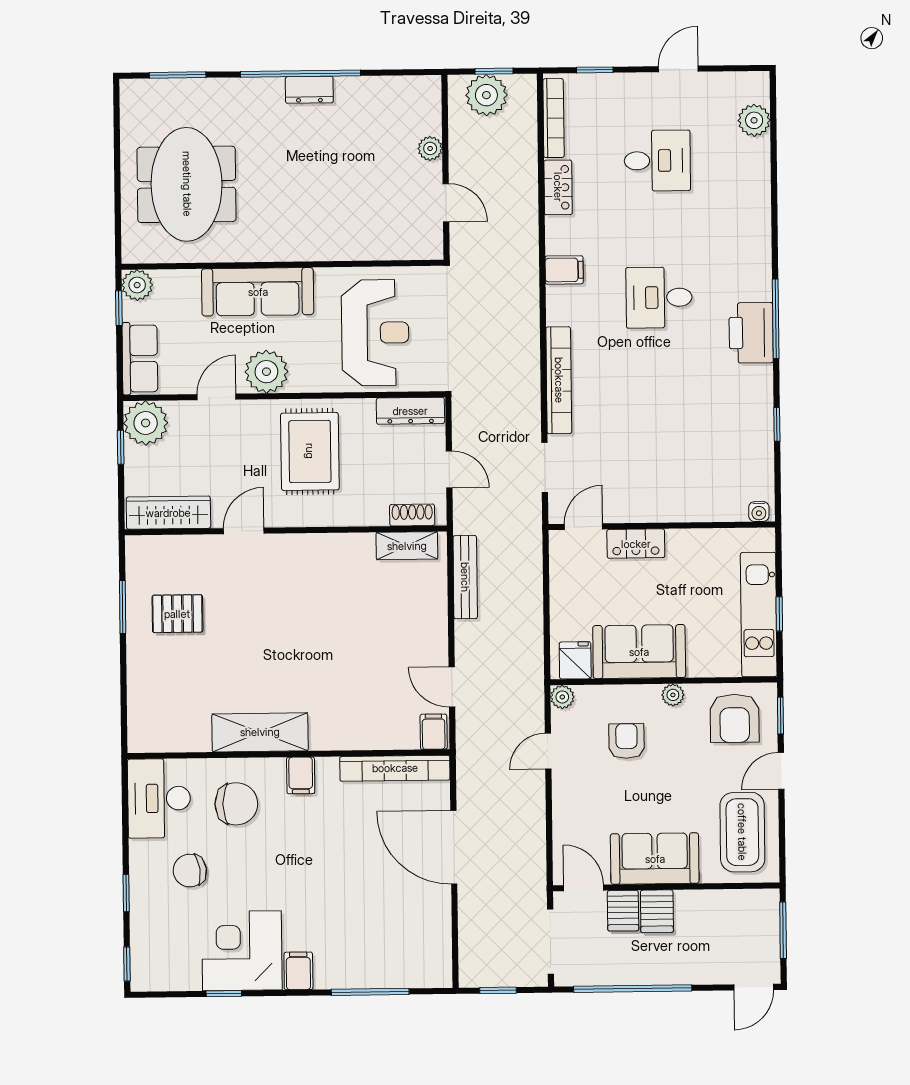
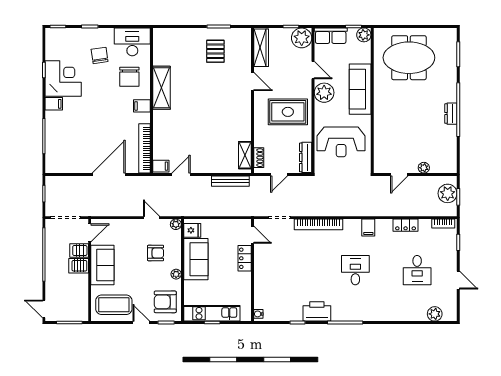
bookcase: (554, 118) -> (443, 224), width x0.64
printer: (751, 333) -> (317, 311), moved

